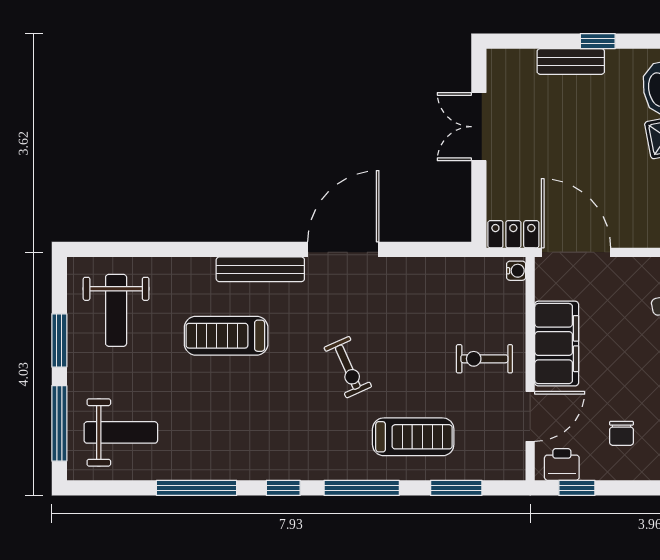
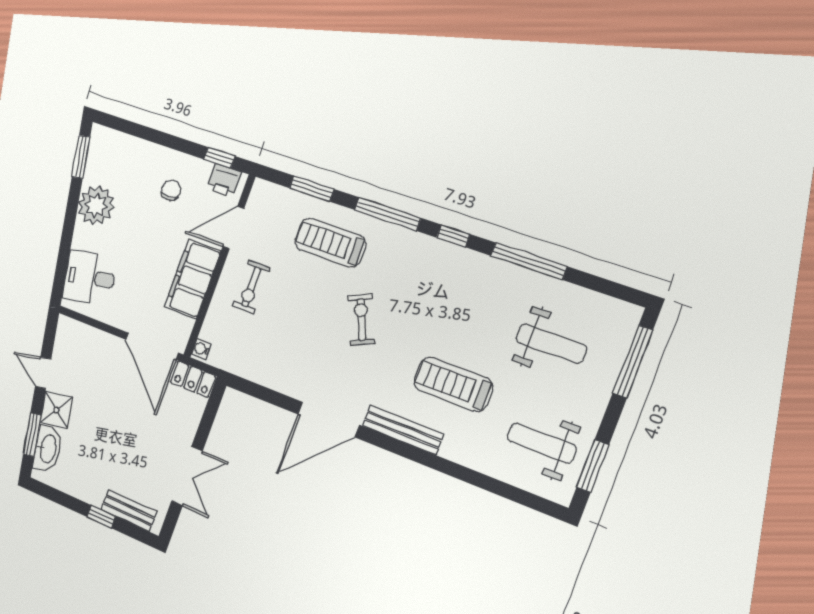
window: (598, 41) -> (101, 517), moved
bench: (571, 61) -> (129, 511), moved
weight bench: (116, 310) -> (542, 443), turned -90
treadmill: (226, 336) -> (453, 384), turned 180
window: (59, 340) -> (593, 466), moved
exercise bike: (484, 359) -> (251, 287), turned 90
weight bench: (121, 432) -> (551, 344), moved, turned 180

